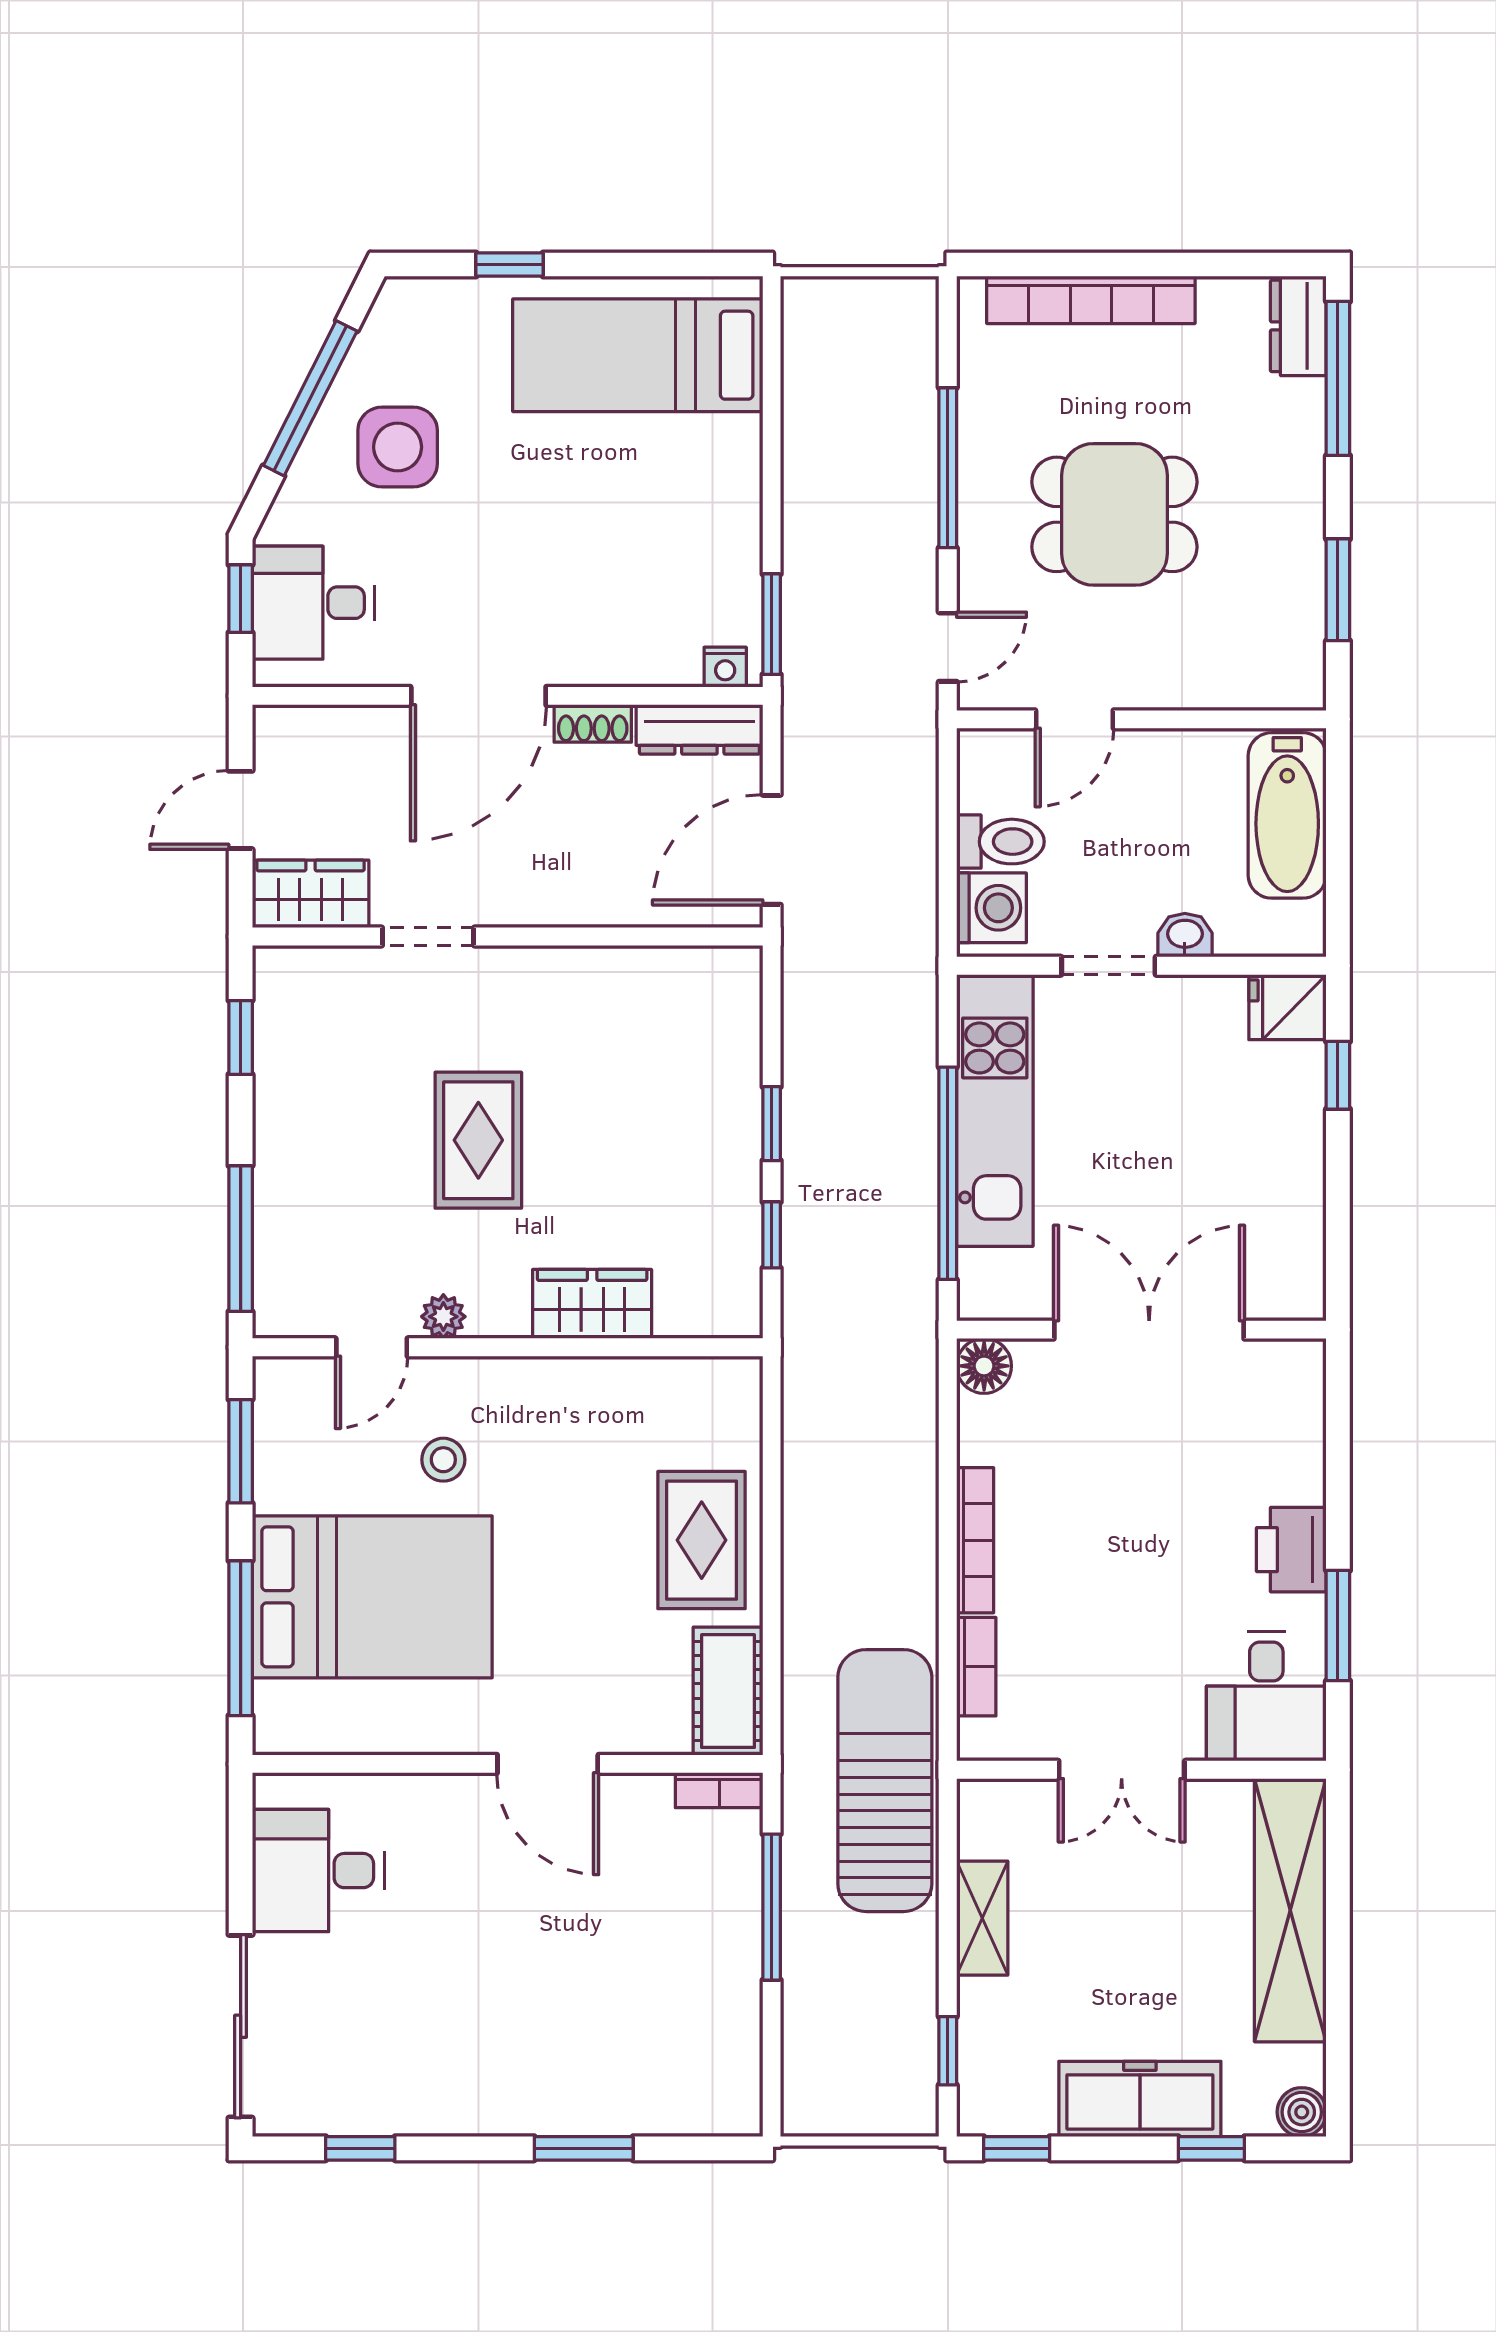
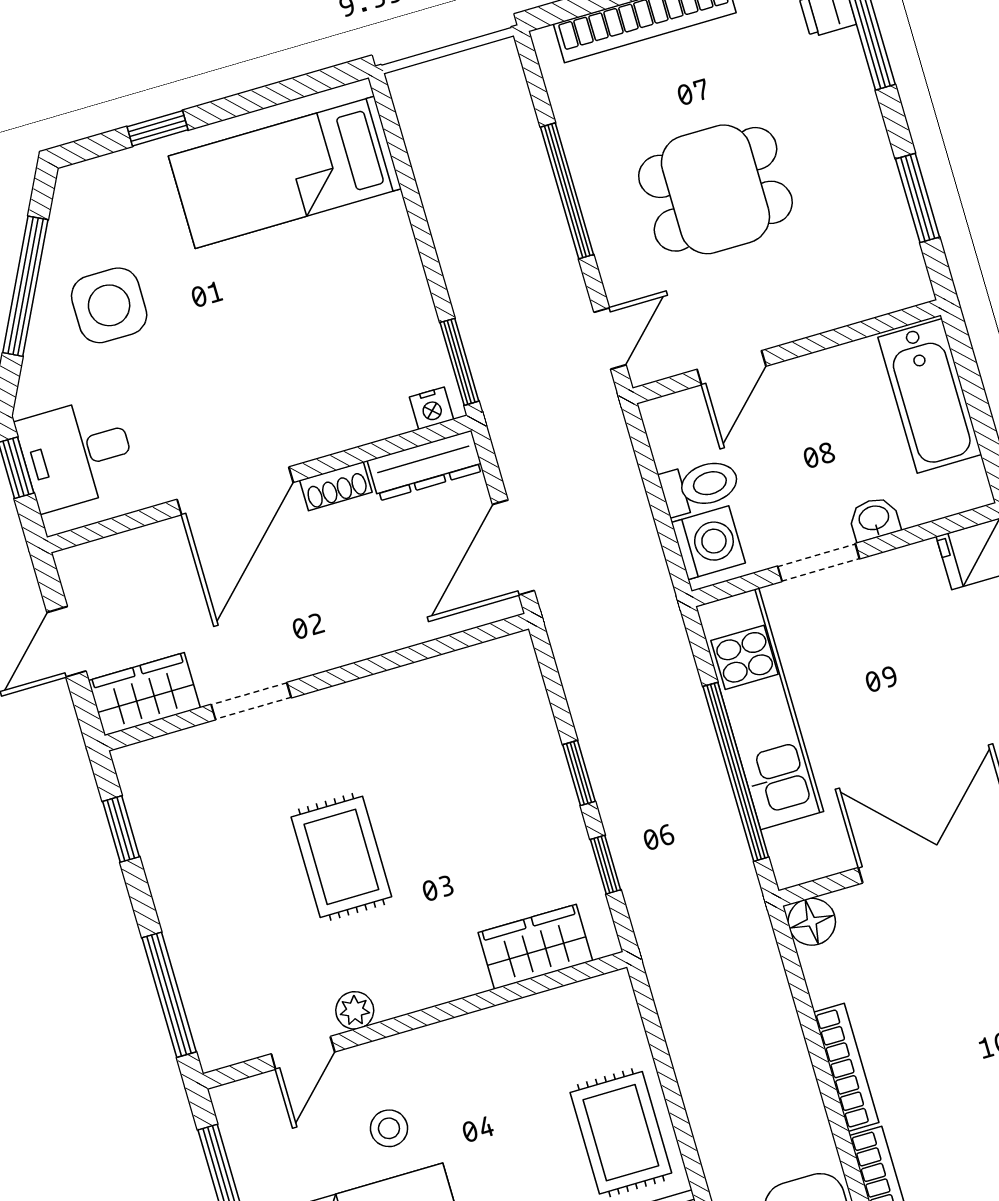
wardrobe: (592, 1304) -> (535, 947), moved

